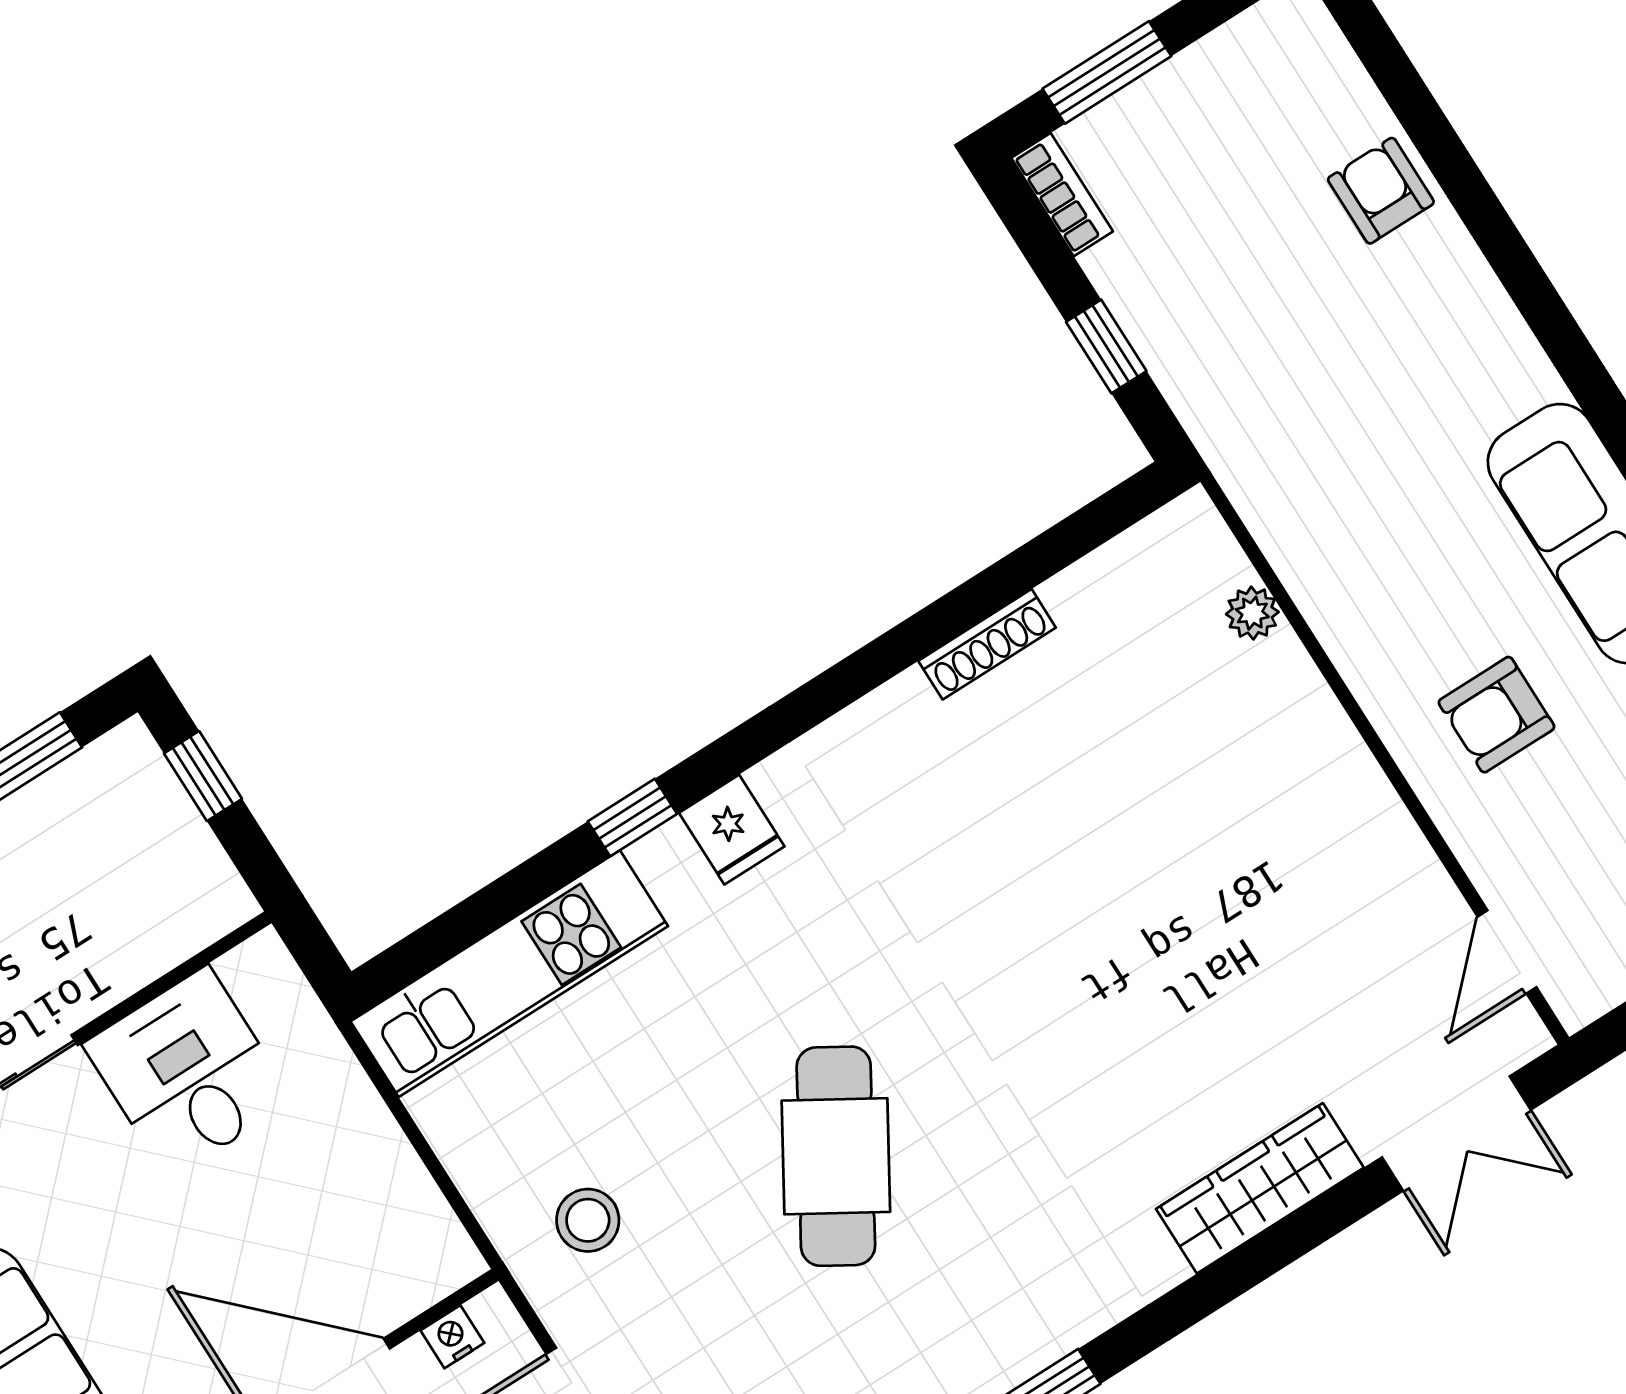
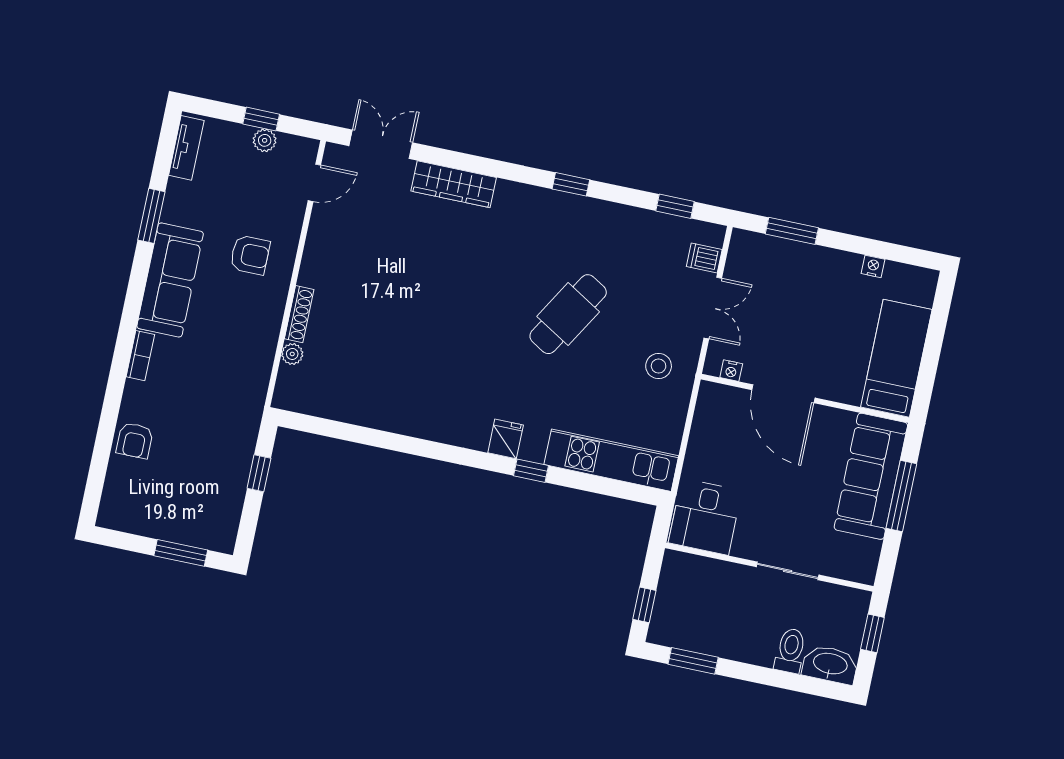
bookcase: (1062, 195) -> (140, 356), moved, turned 180
shoe rack: (987, 644) -> (299, 314), moved, turned 90
desk: (188, 1072) -> (705, 517), moved

